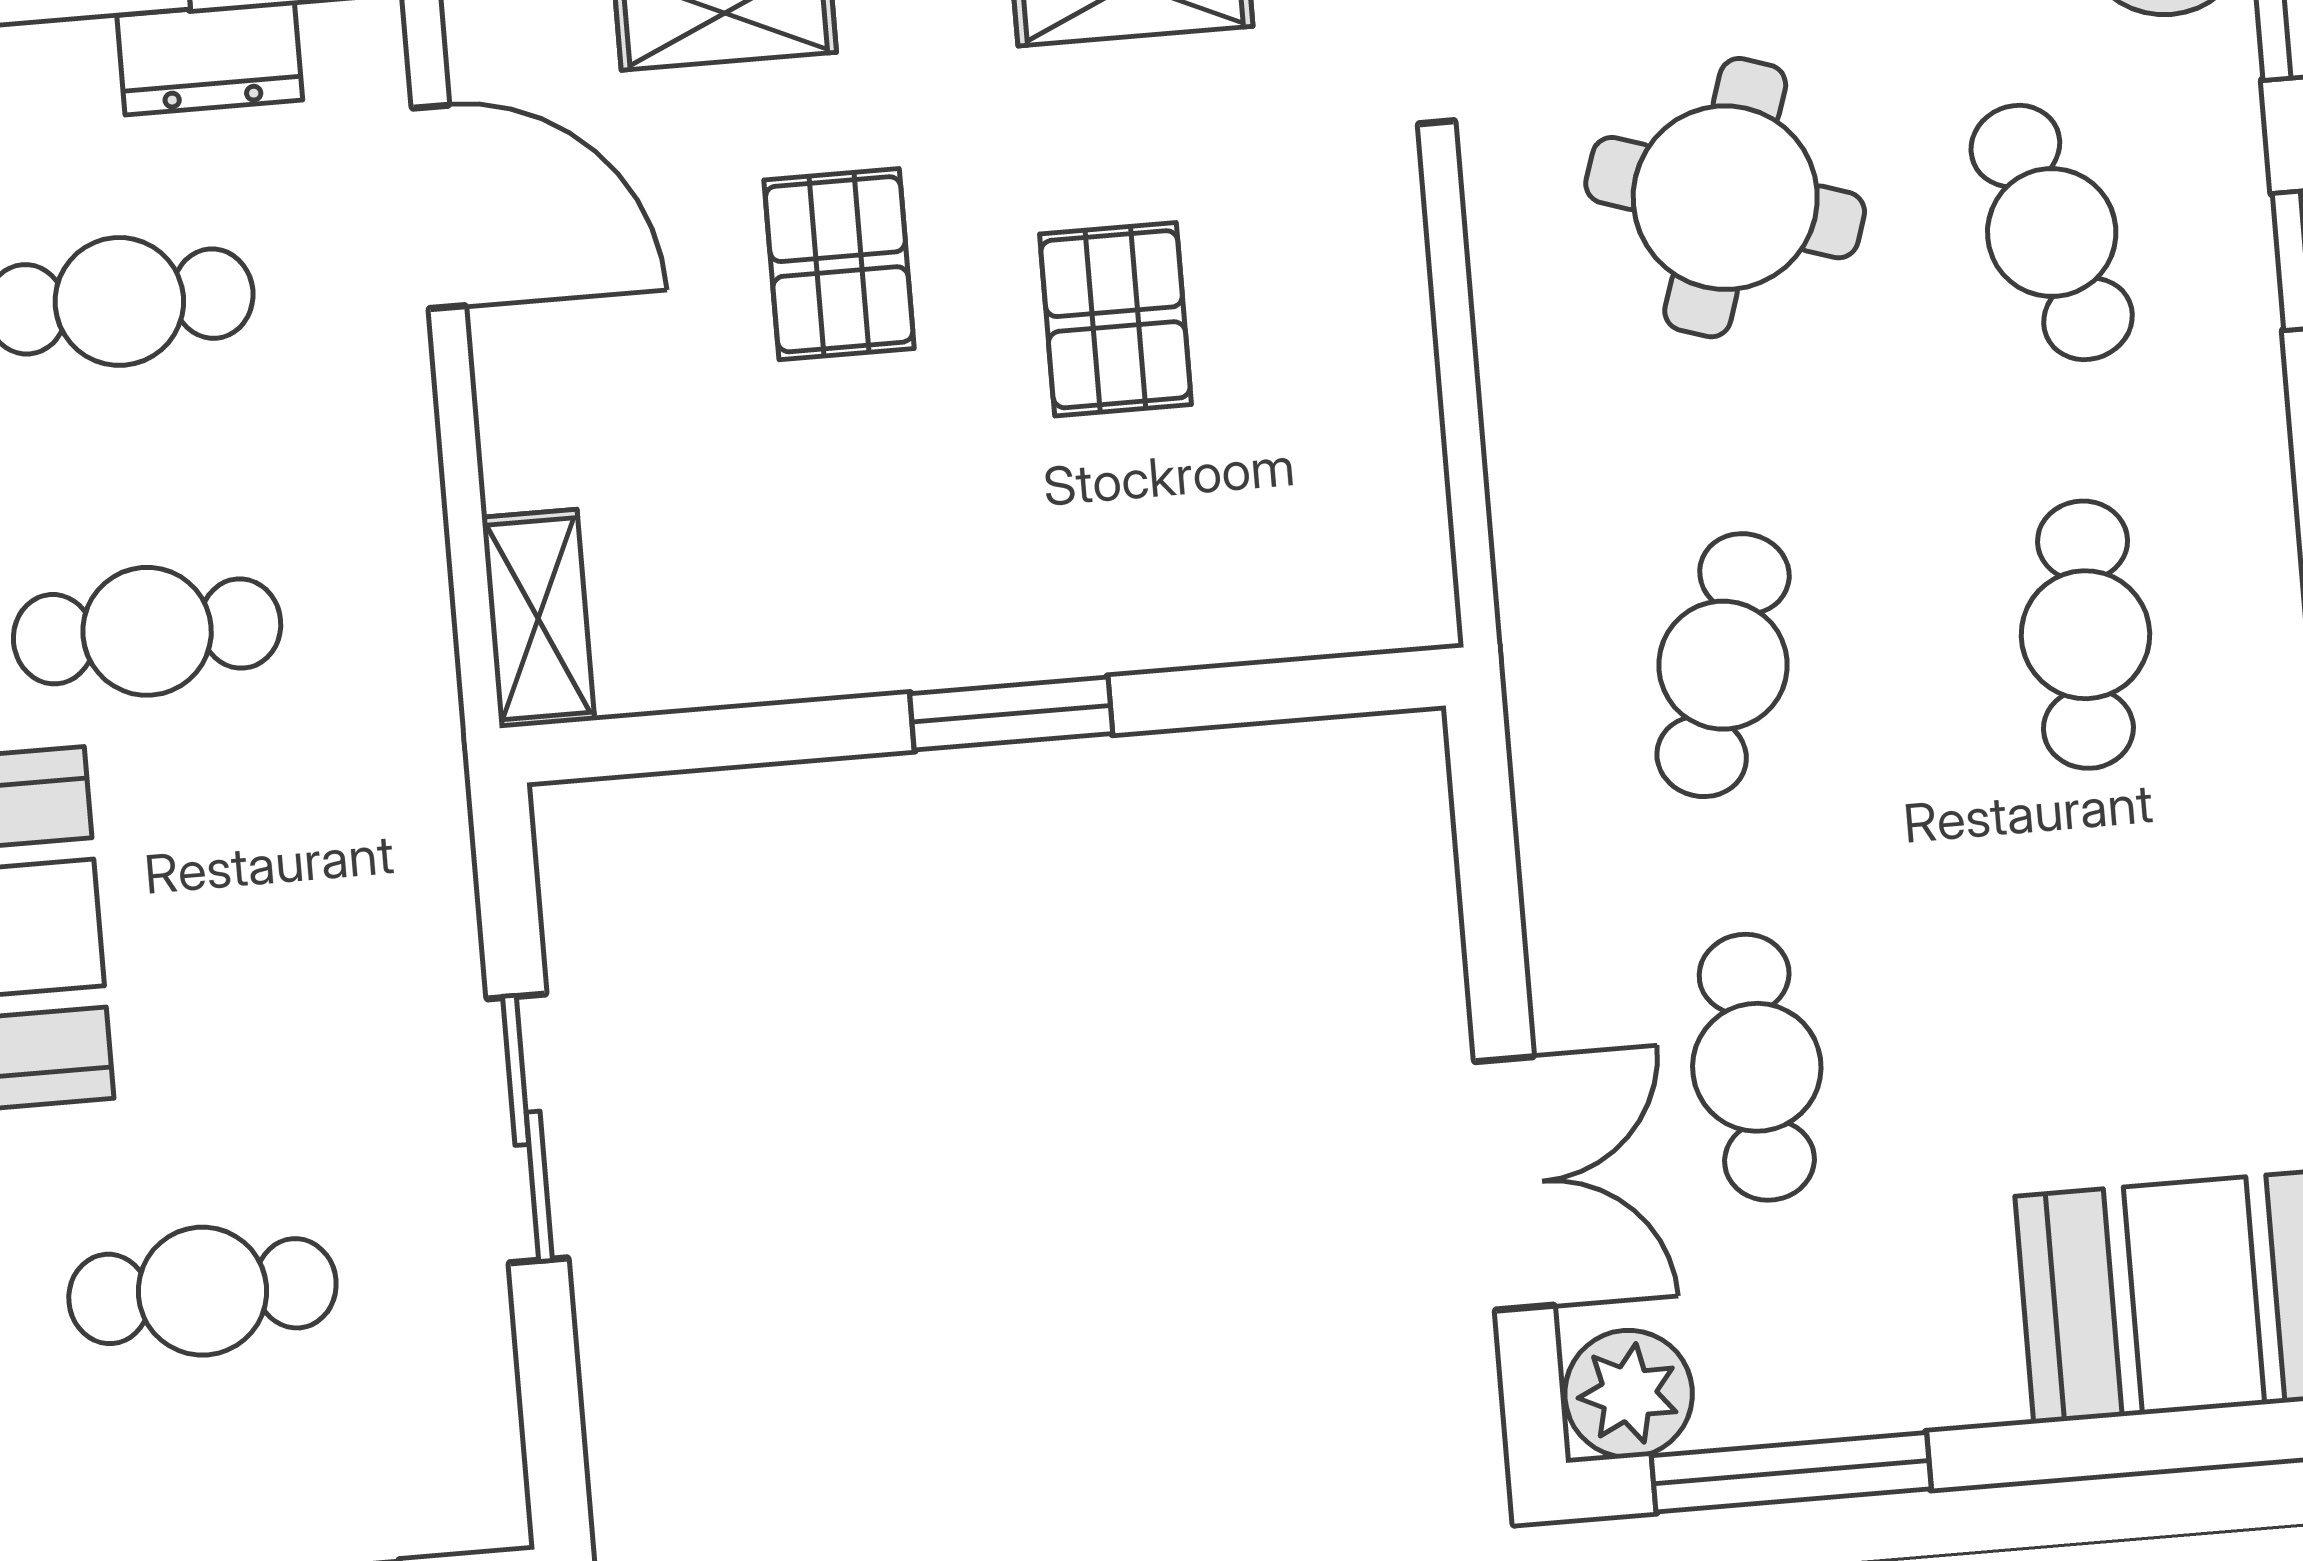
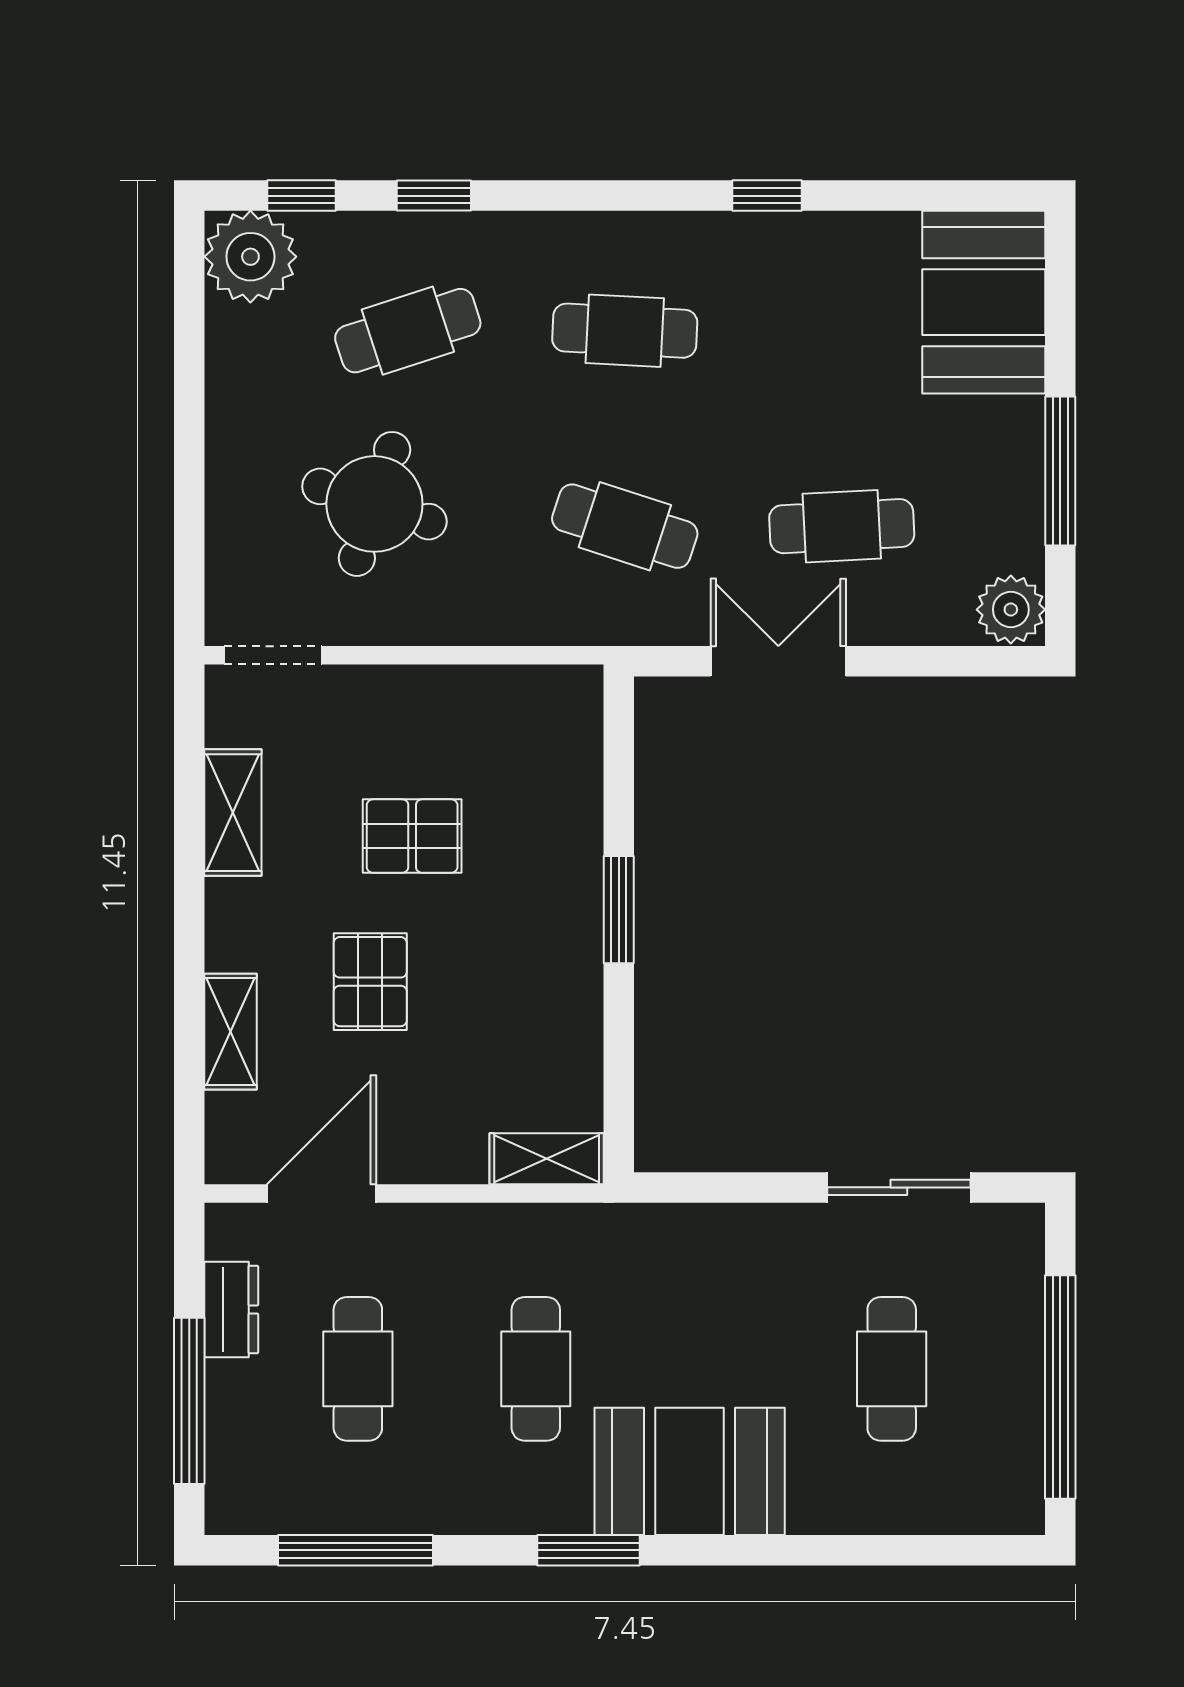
pallet: (839, 264) -> (370, 982), turned 90
sliding door: (527, 1128) -> (899, 1187), moved
double door: (1514, 1183) -> (778, 661), moved
window: (1791, 1472) -> (1060, 471), moved

